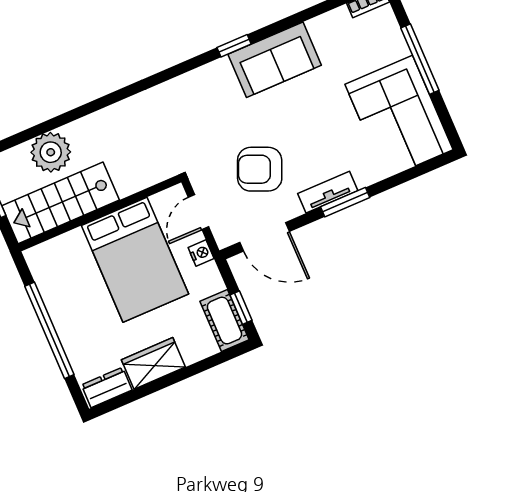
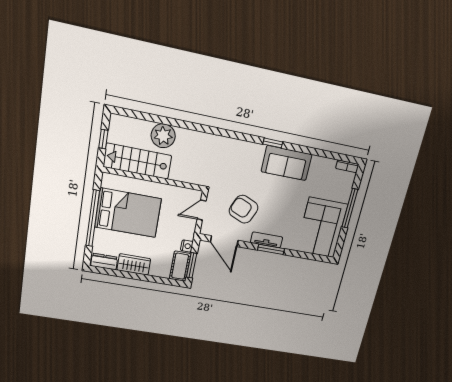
plant: (51, 152) -> (163, 136), moved
nightstand: (201, 253) -> (187, 246), moved
bed: (135, 260) -> (128, 213), moved, turned -90
window: (241, 308) -> (192, 265), width x1.50

